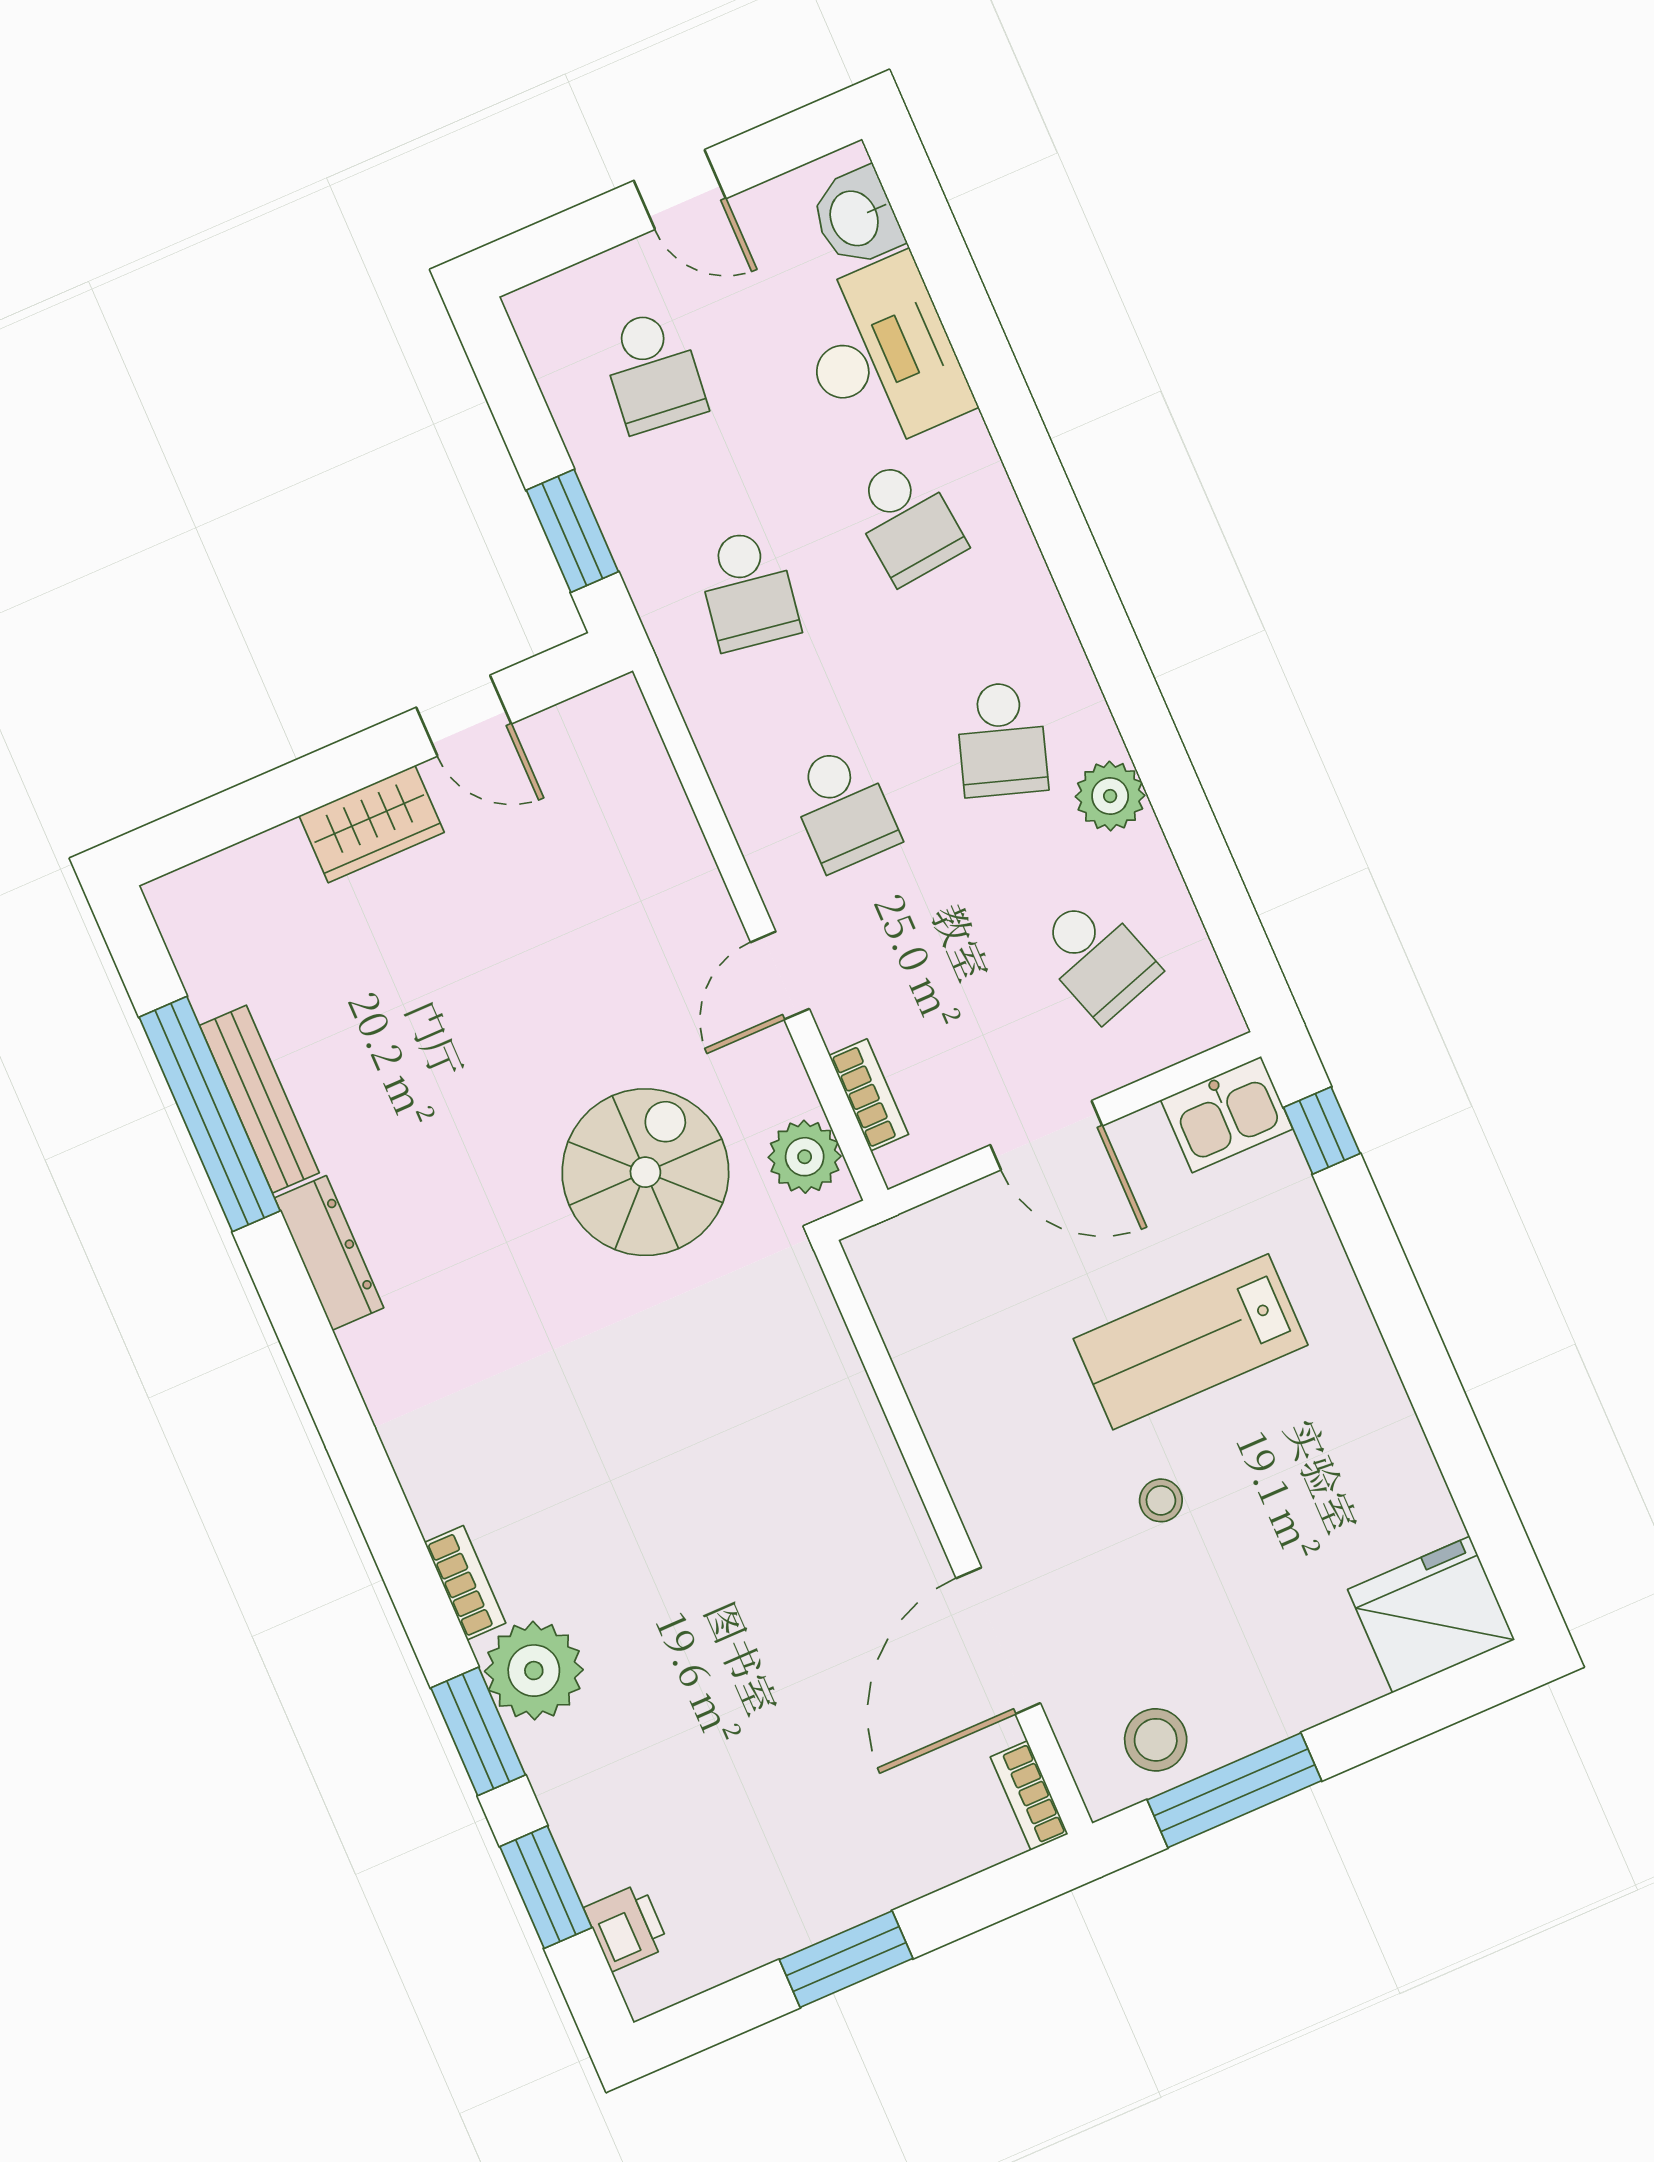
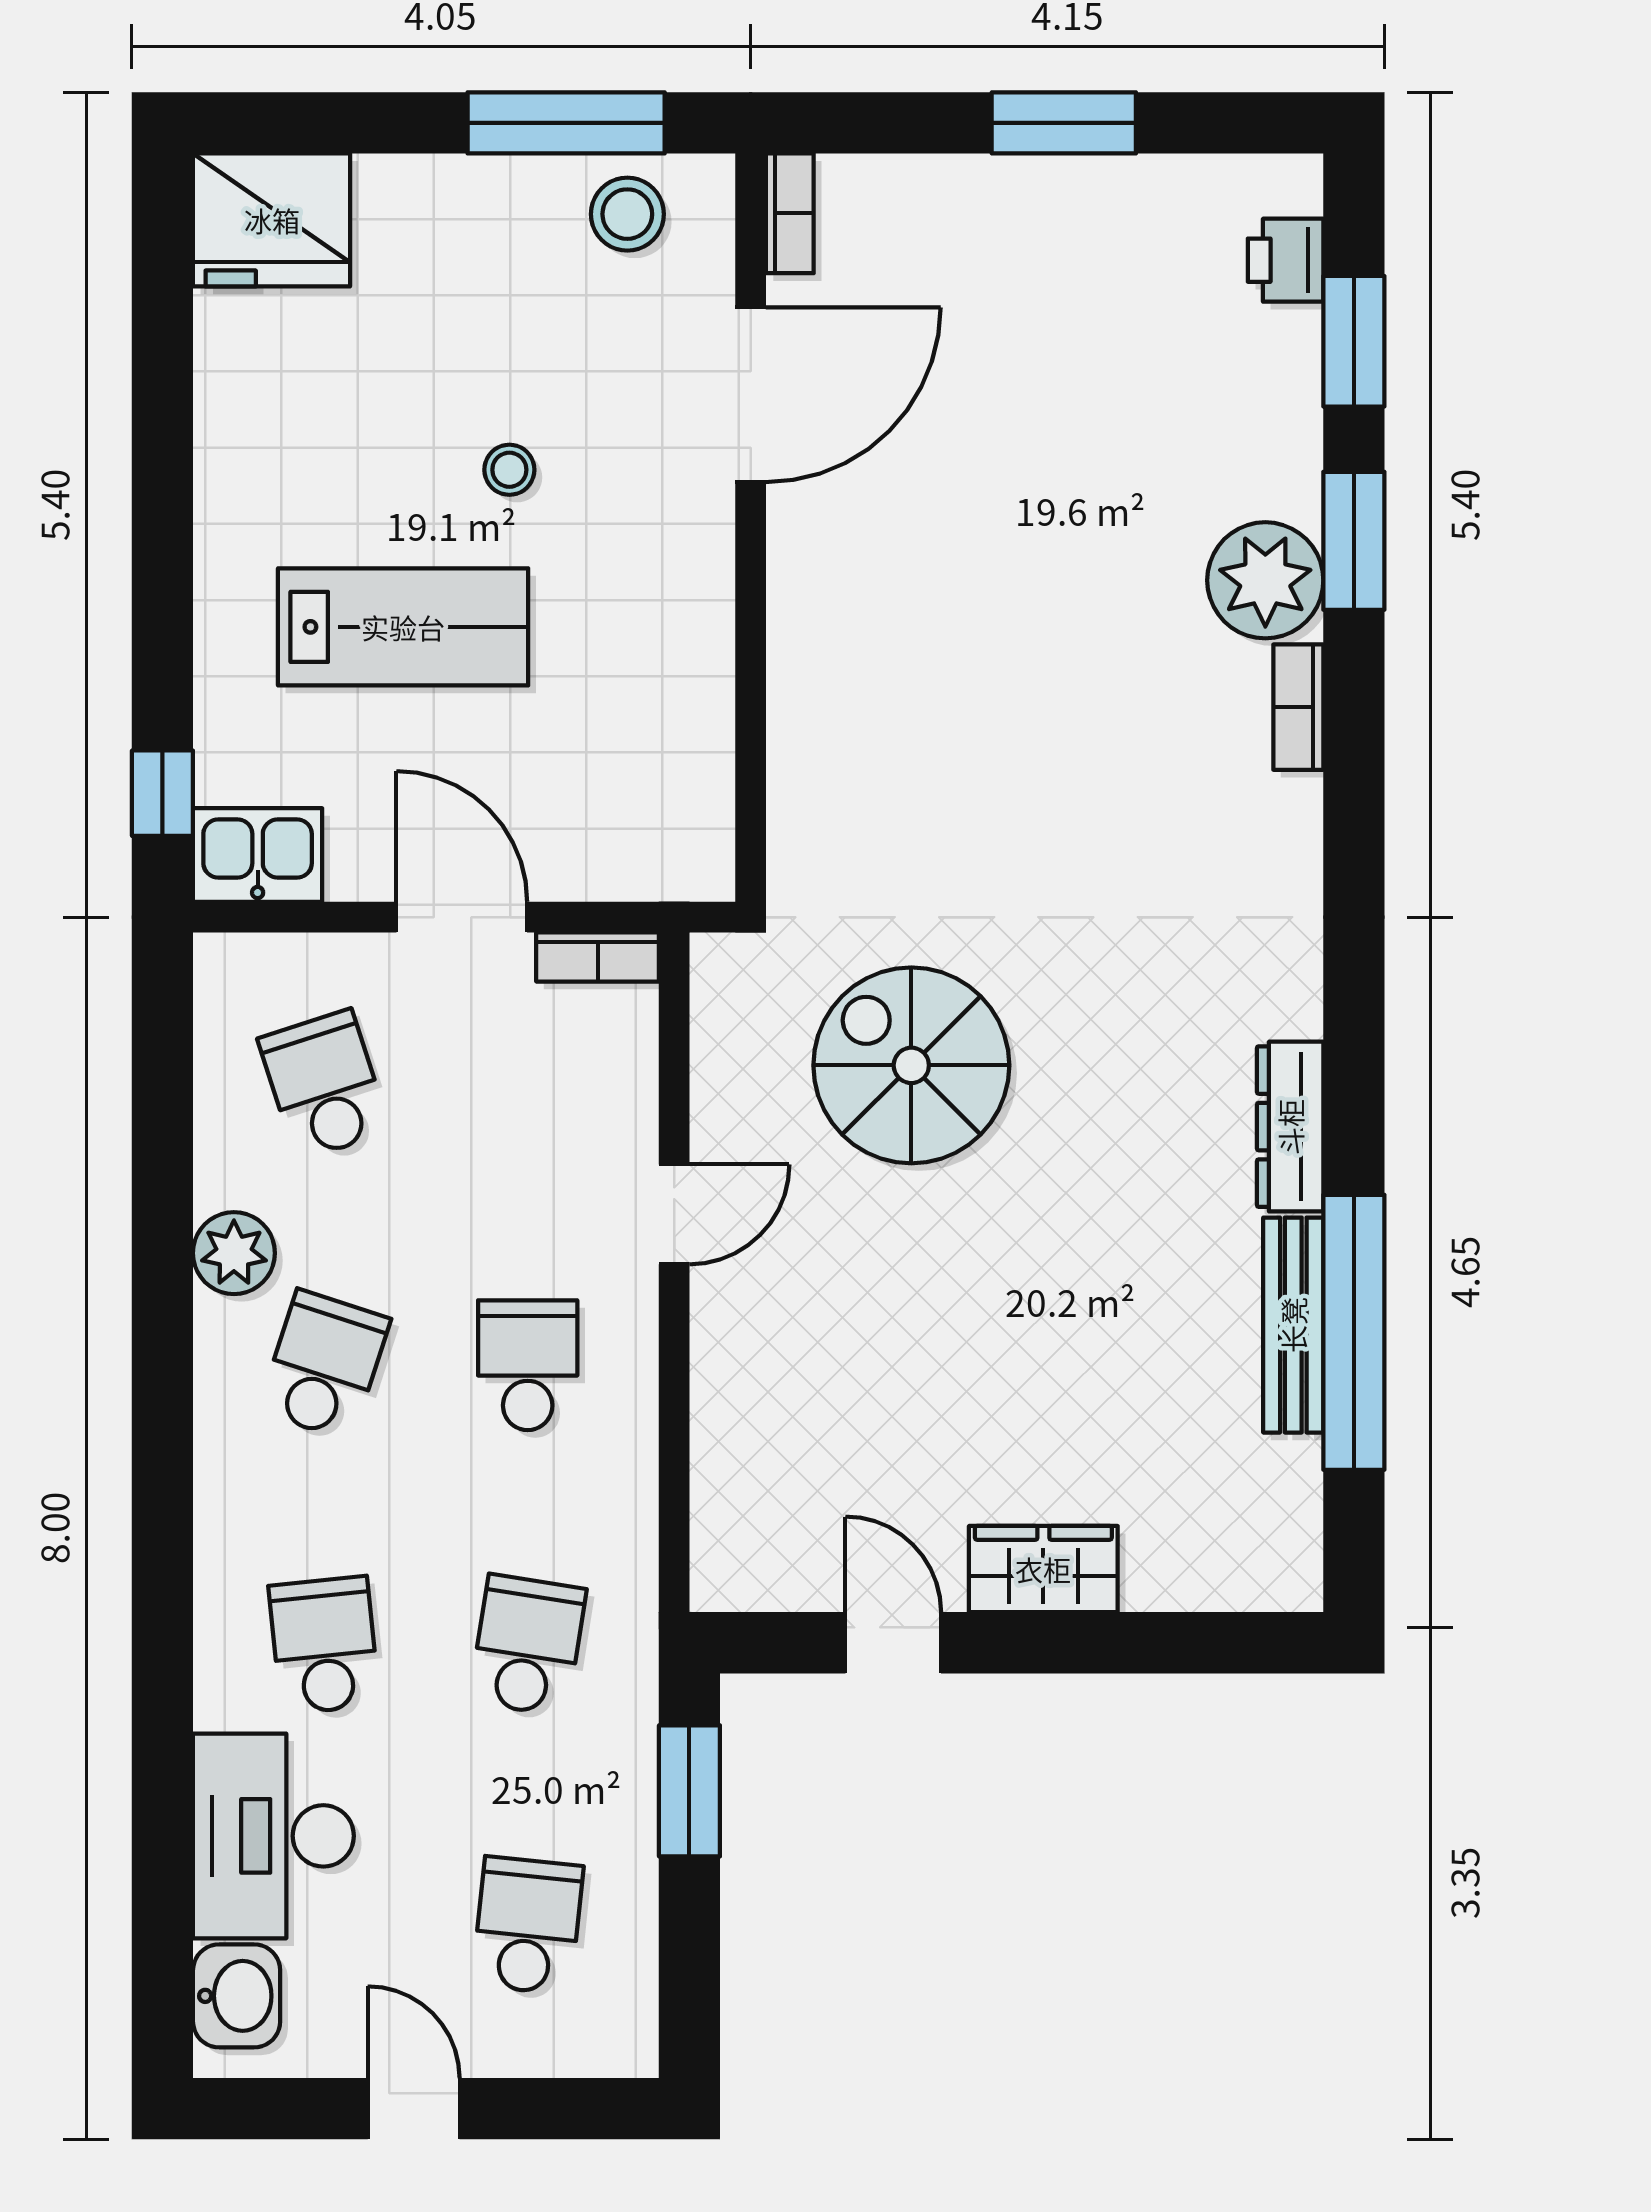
bookcase: (869, 1095) -> (598, 957), moved, turned -90
plant: (805, 1157) -> (732, 1007), removed
spiral stairs: (645, 1172) -> (911, 1065), turned 90

